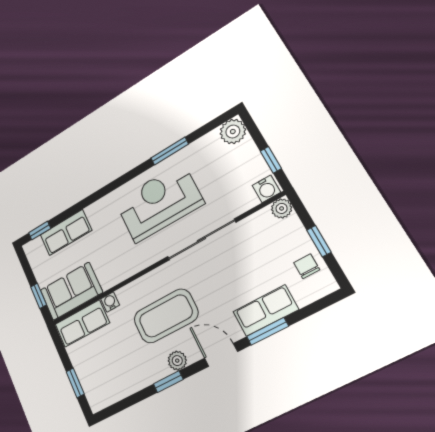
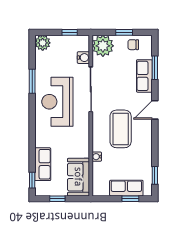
water cooler: (266, 189) -> (83, 58), moved
plant: (282, 208) -> (103, 46), width x1.88, depth x1.88
window: (39, 296) -> (57, 199), moved
row of seats: (82, 324) -> (126, 188), moved, turned -90
window: (267, 331) -> (155, 68), moved
plant: (177, 361) -> (147, 134), removed
window: (168, 382) -> (155, 175), moved

